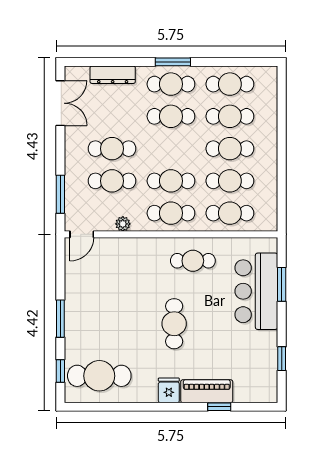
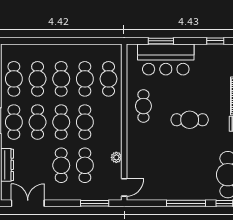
cafe table: (171, 213) -> (61, 122), moved
door: (82, 234) -> (124, 187), hinge flipped
window: (60, 319) -> (186, 203), width x1.44

